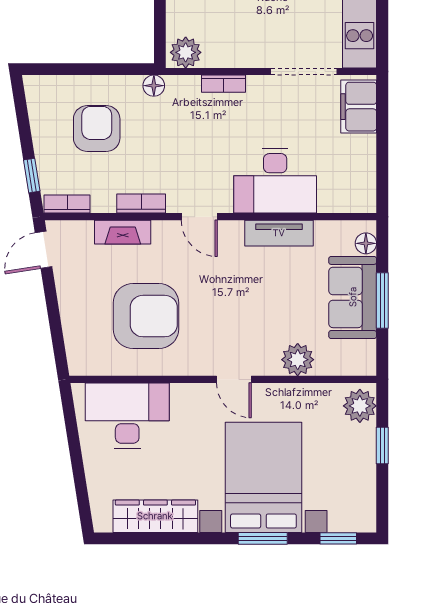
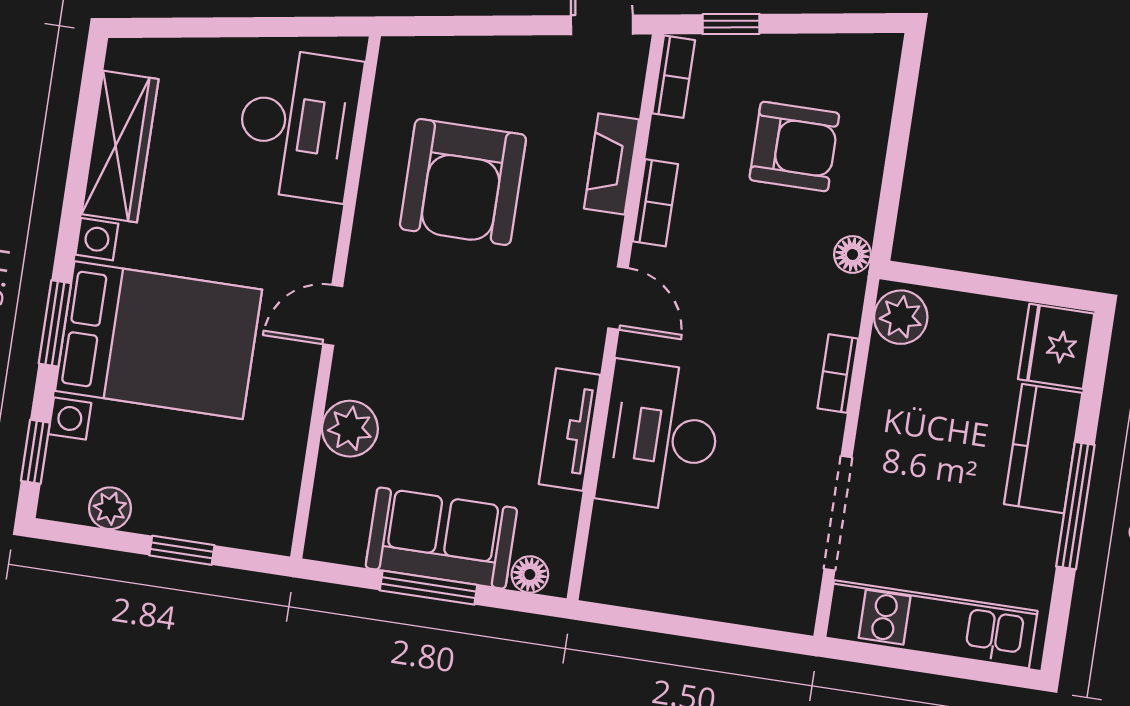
filing cabinet: (359, 107) -> (764, 597), removed
door: (199, 217) -> (618, 298), swing flipped
plant: (360, 406) -> (110, 508), moved, width x0.73, depth x0.73

